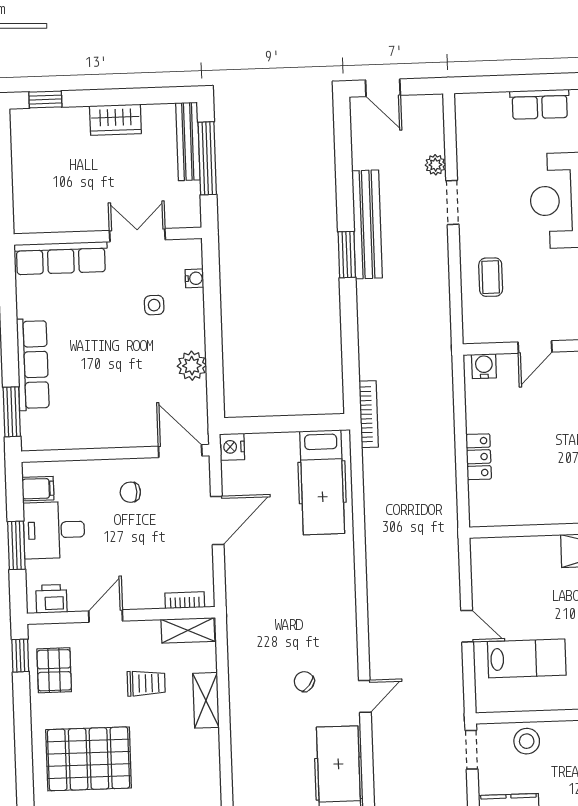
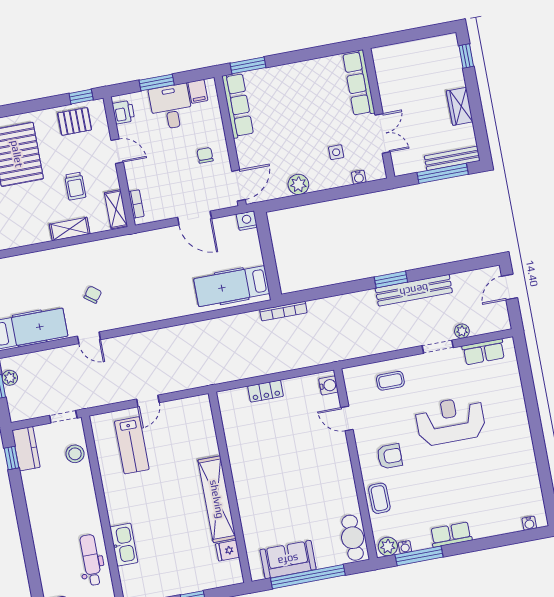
row of seats: (540, 104) -> (484, 352), moved, turned -90
row of seats: (33, 365) -> (238, 105), moved, turned -90

